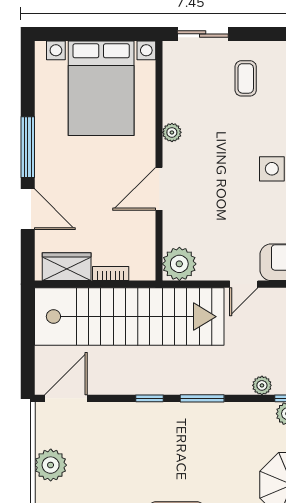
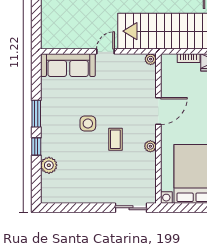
coffee table: (246, 78) -> (115, 139), moved
plant: (179, 264) -> (151, 59), width x0.53, depth x0.53

